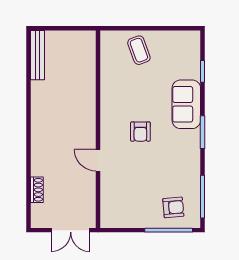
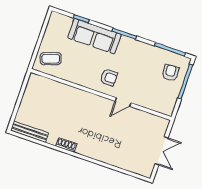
sofa: (186, 104) -> (94, 36), width x1.36
wall: (98, 129) -> (101, 95), moved
door: (98, 160) -> (123, 102), moved
shoe rack: (37, 190) -> (66, 145), moved

